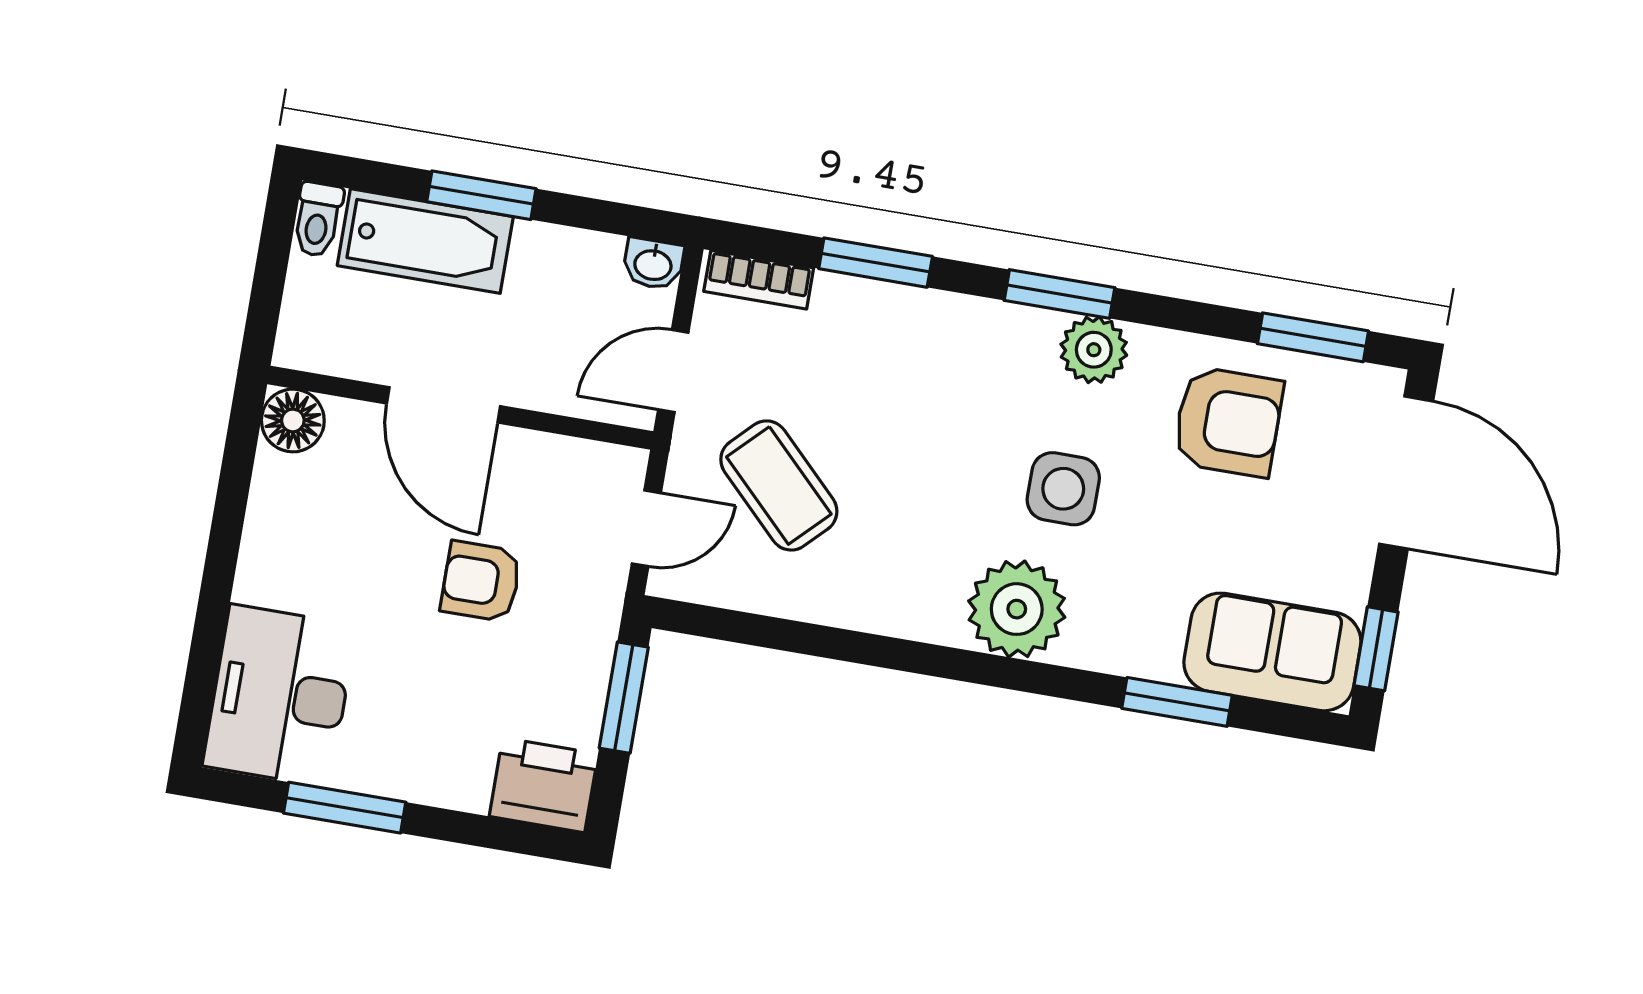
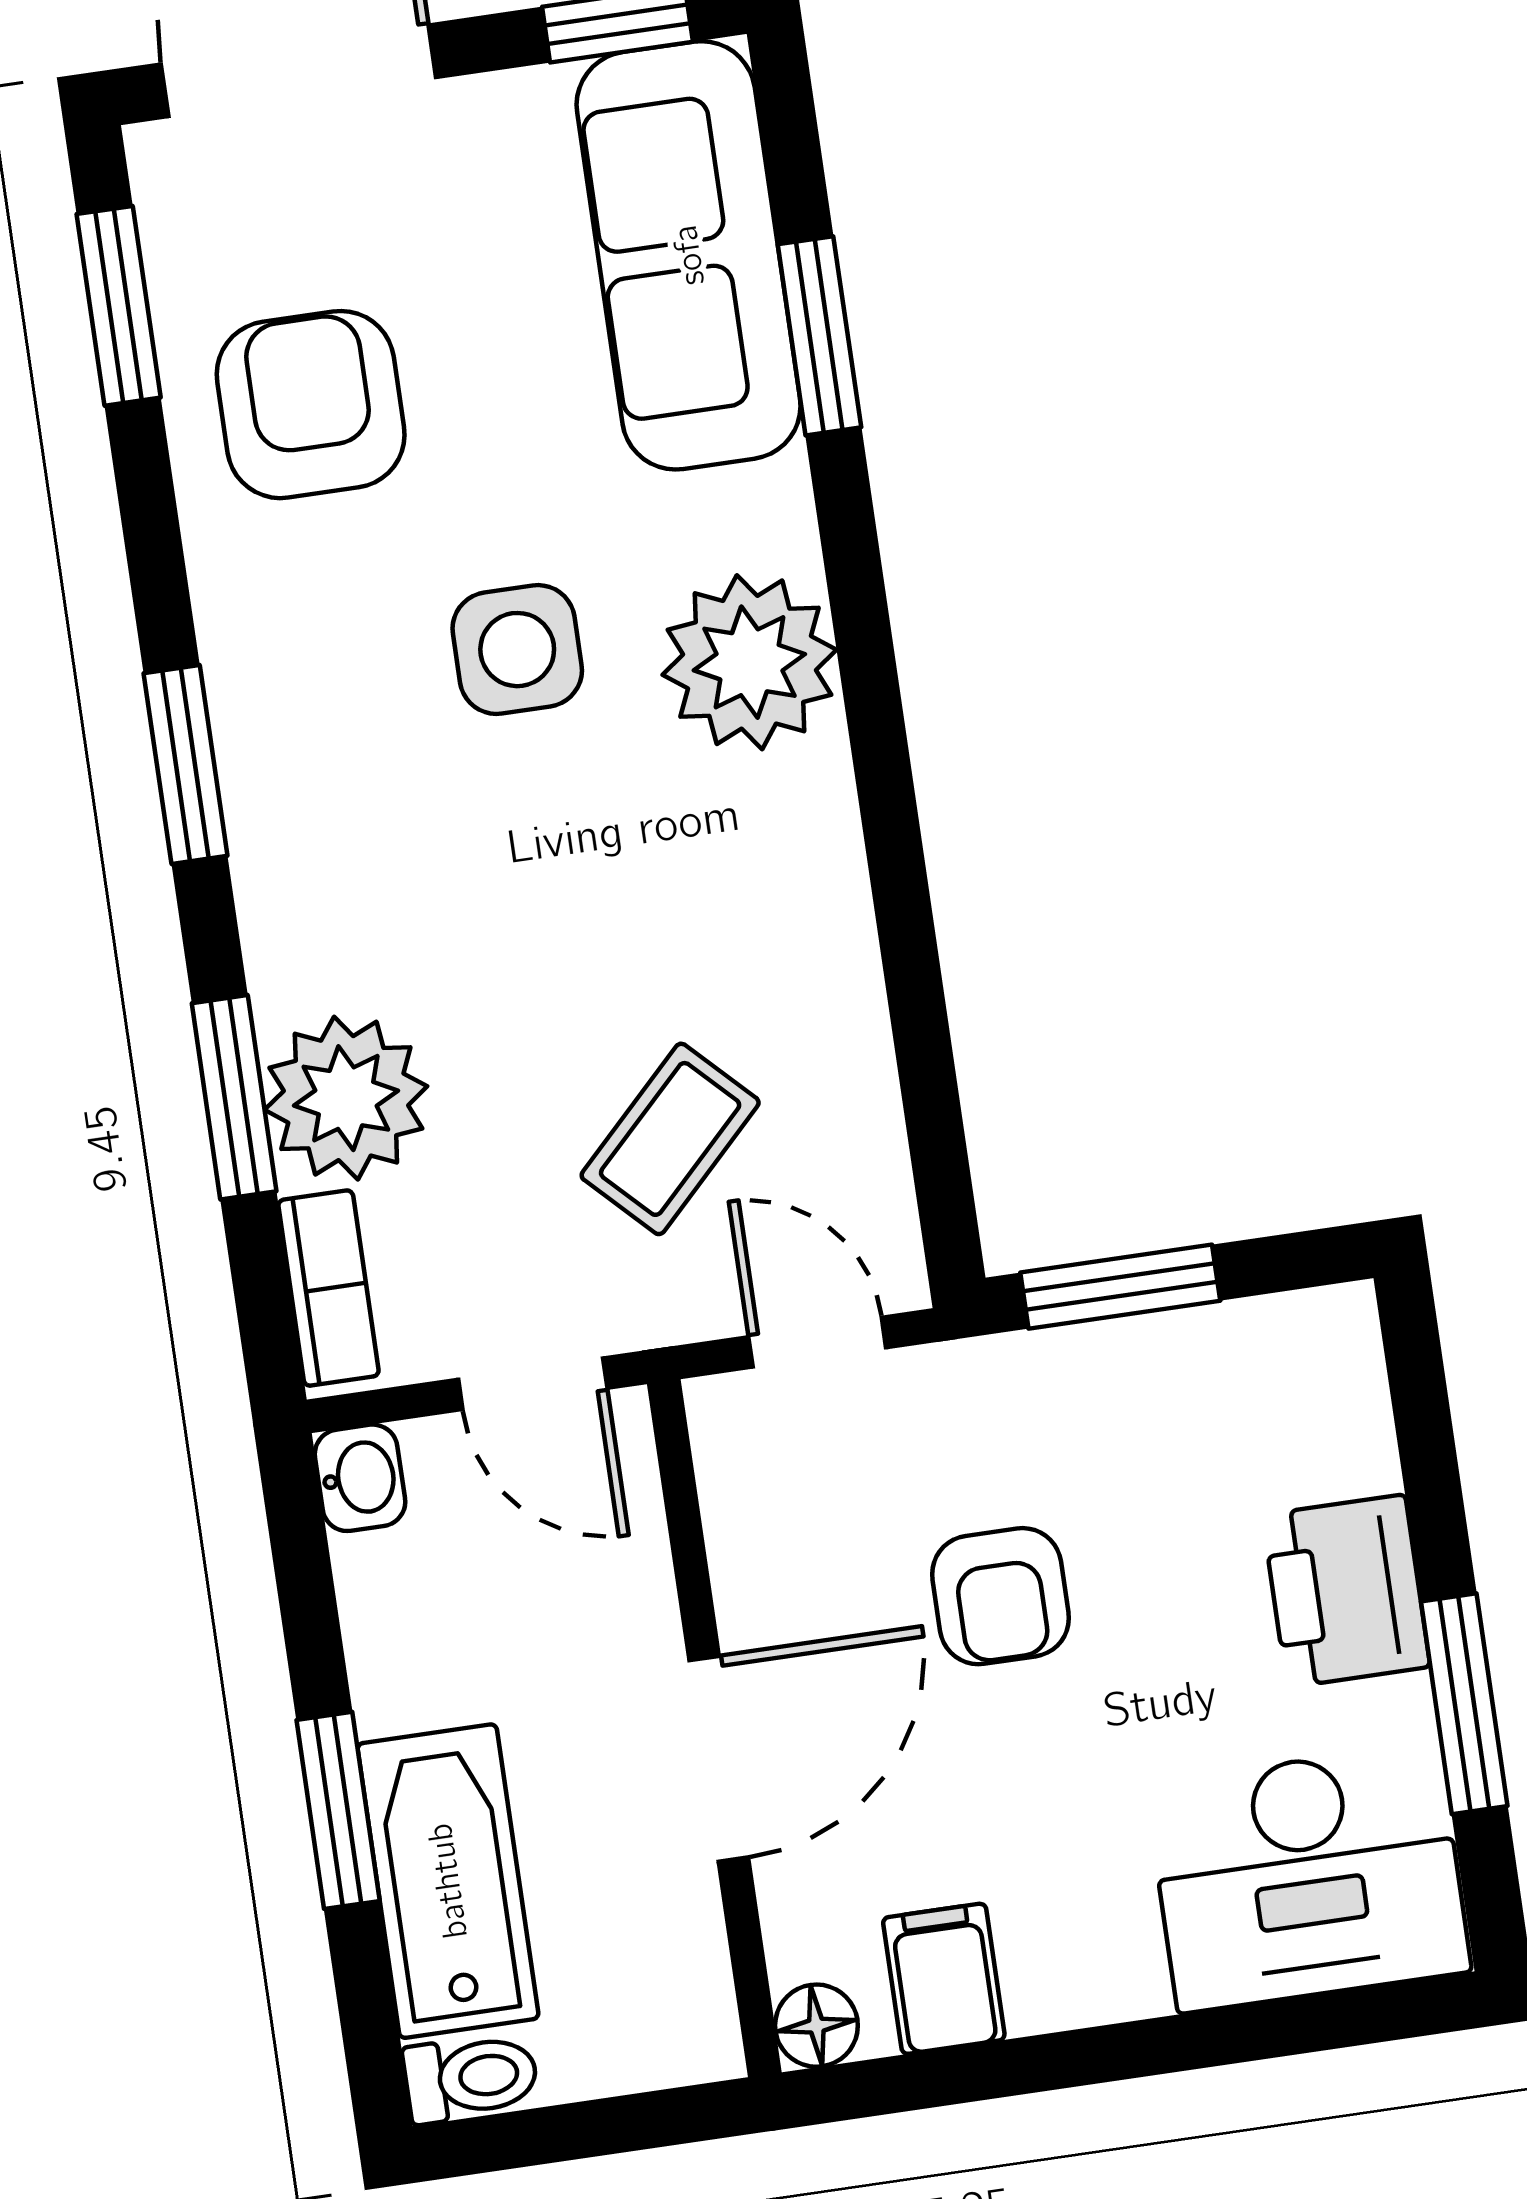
plant: (1094, 350) -> (346, 1098), moved, width x1.36, depth x1.36
floor lamp: (293, 420) -> (816, 2026), width x0.73, depth x0.73
coffee table: (779, 485) -> (670, 1139), width x0.73, depth x0.77
filing cabinet: (289, 486) -> (944, 1979), added
sofa: (1272, 652) -> (689, 255), width x1.36
printer: (544, 785) -> (1346, 1591), moved

